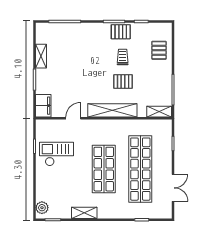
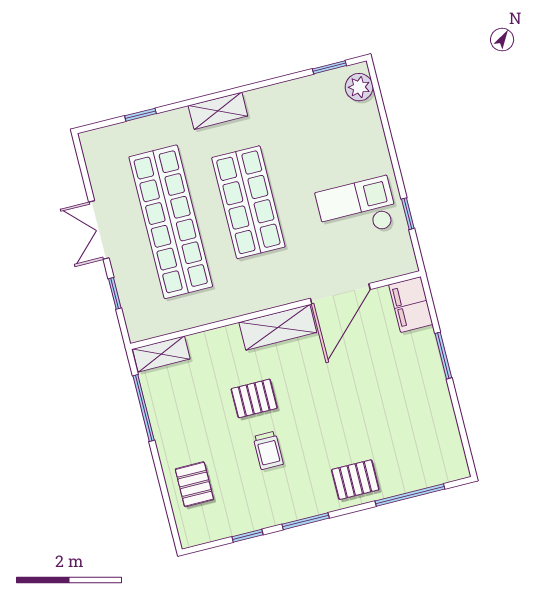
pallet: (121, 32) -> (355, 480), moved
shelving: (41, 56) -> (442, 409), removed
shelving: (112, 110) -> (278, 327), width x0.68
door: (73, 118) -> (340, 294), width x1.88
checkout: (57, 154) -> (357, 209), turned 180
double door: (173, 188) -> (99, 230), moved
shelving: (84, 213) -> (218, 111), moved

